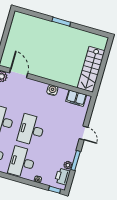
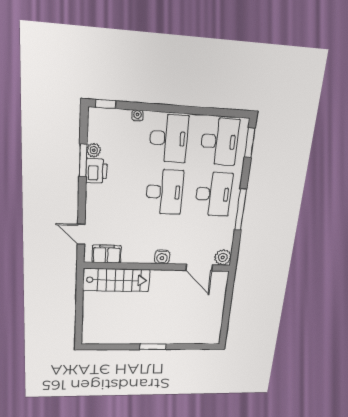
stairs: (91, 69) -> (116, 280), moved, turned 90
water cooler: (52, 90) -> (162, 257), moved
door: (84, 133) -> (81, 234), moved
printer: (62, 177) -> (96, 171), moved

